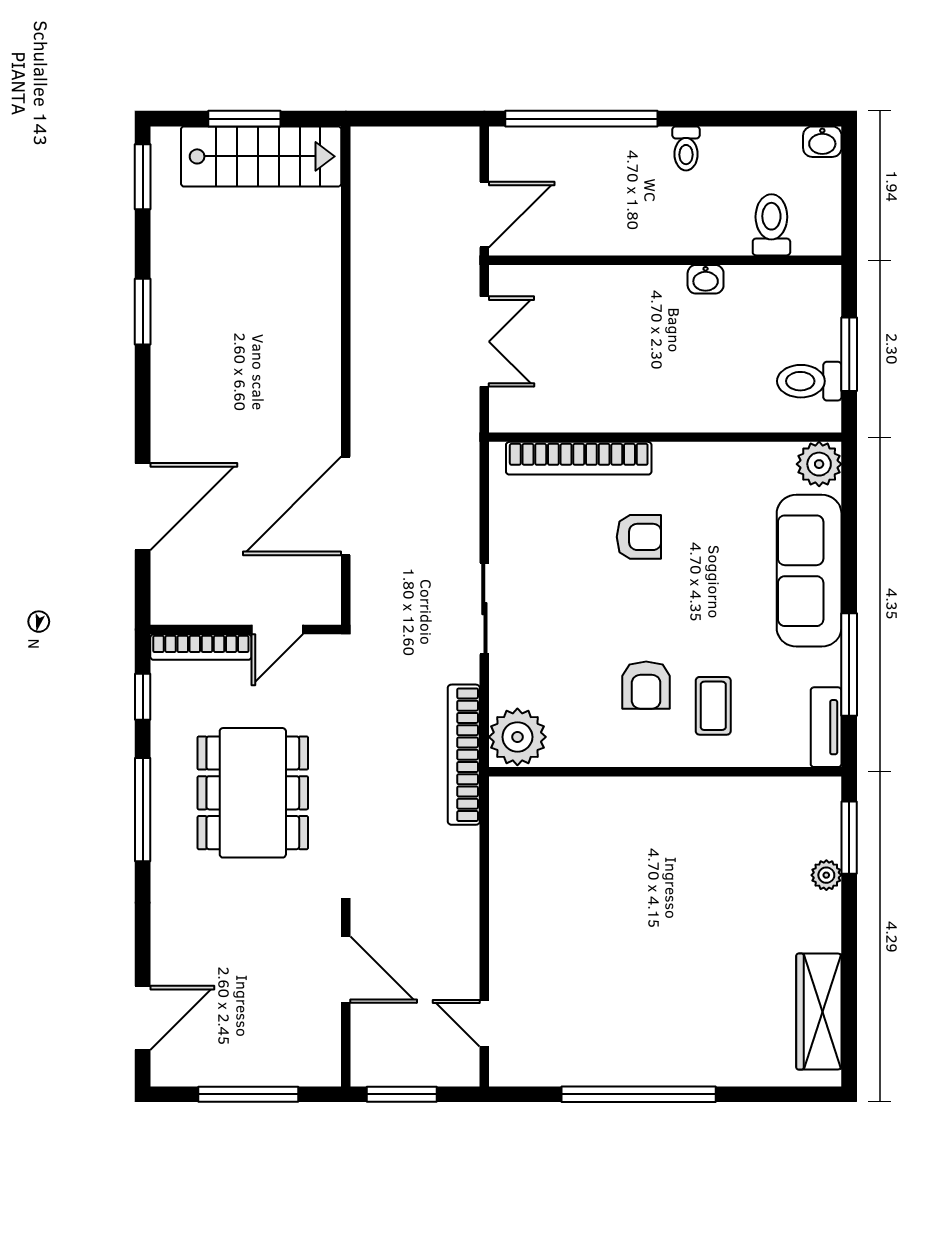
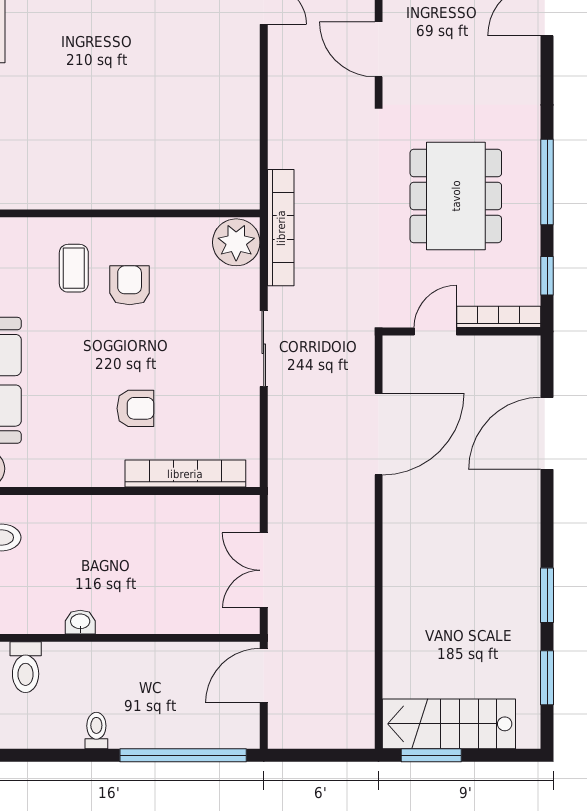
window: (244, 119) -> (431, 755), moved
window: (143, 177) -> (547, 678), moved
armchair: (639, 537) -> (135, 408), turned 180

